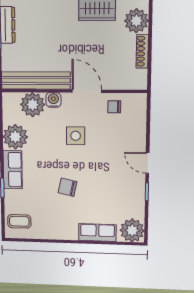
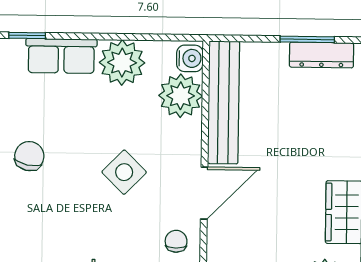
water cooler: (53, 100) -> (190, 58), moved
side table: (76, 136) -> (124, 172), turned 45

